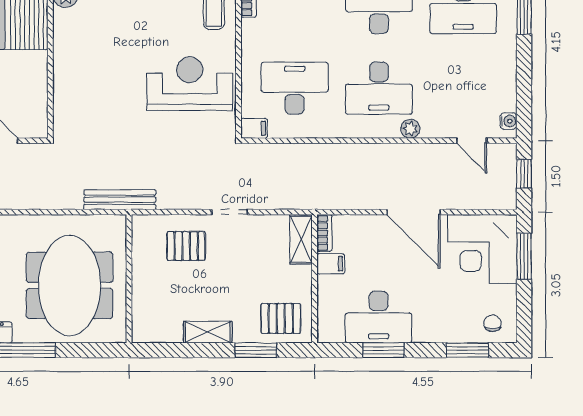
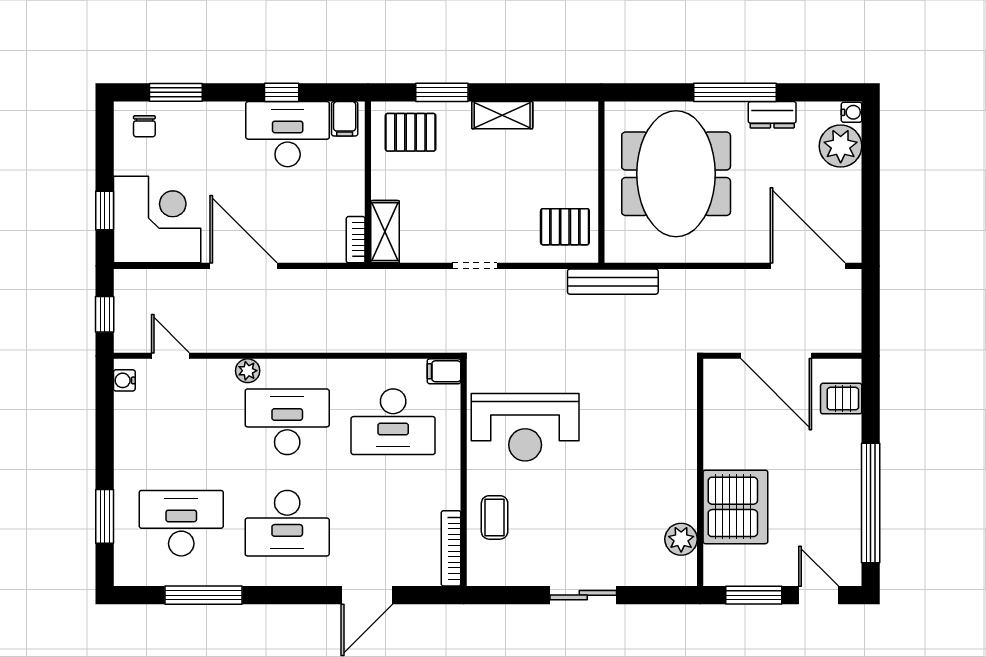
pallet: (186, 246) -> (565, 227), moved
window: (524, 256) -> (105, 210), width x0.67
filing cabinet: (331, 264) -> (345, 119), moved, turned -90
window: (383, 350) -> (282, 92), width x0.67

